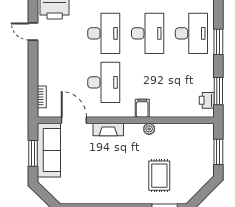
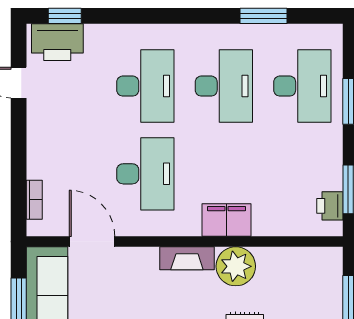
filing cabinet: (142, 108) -> (227, 220), width x2.00
plant: (149, 129) -> (236, 266), width x1.88, depth x1.88
fireplace: (108, 130) -> (187, 258), moved

